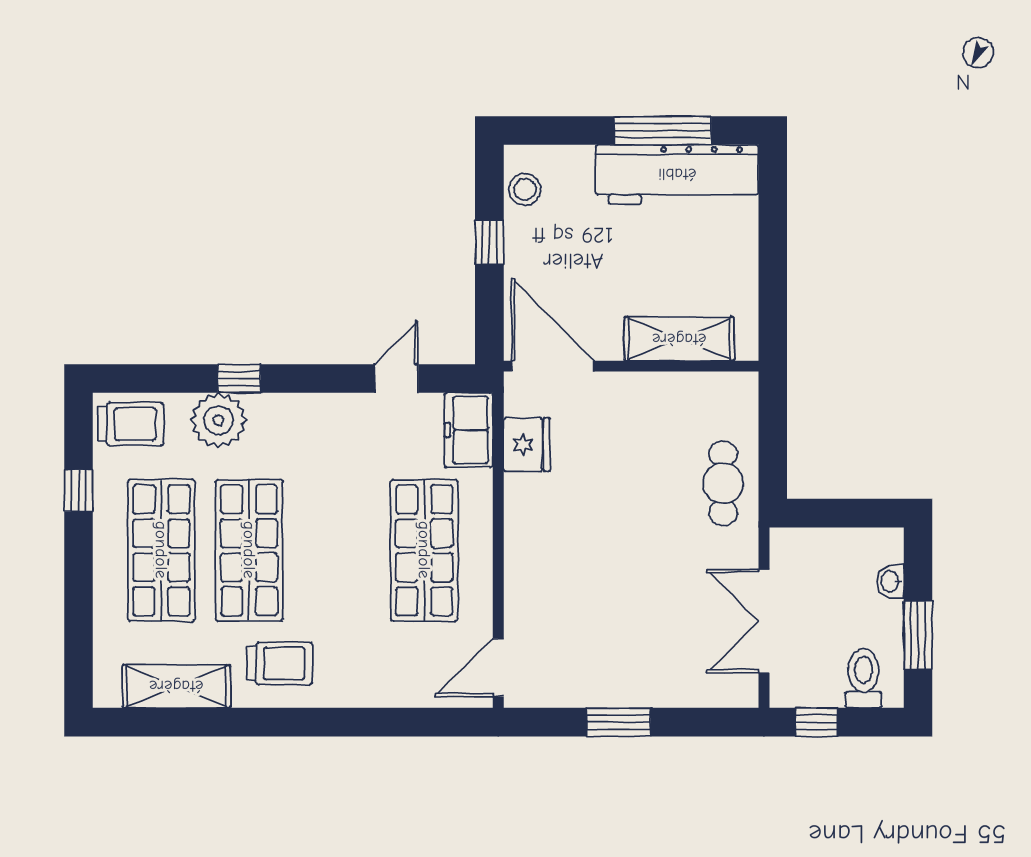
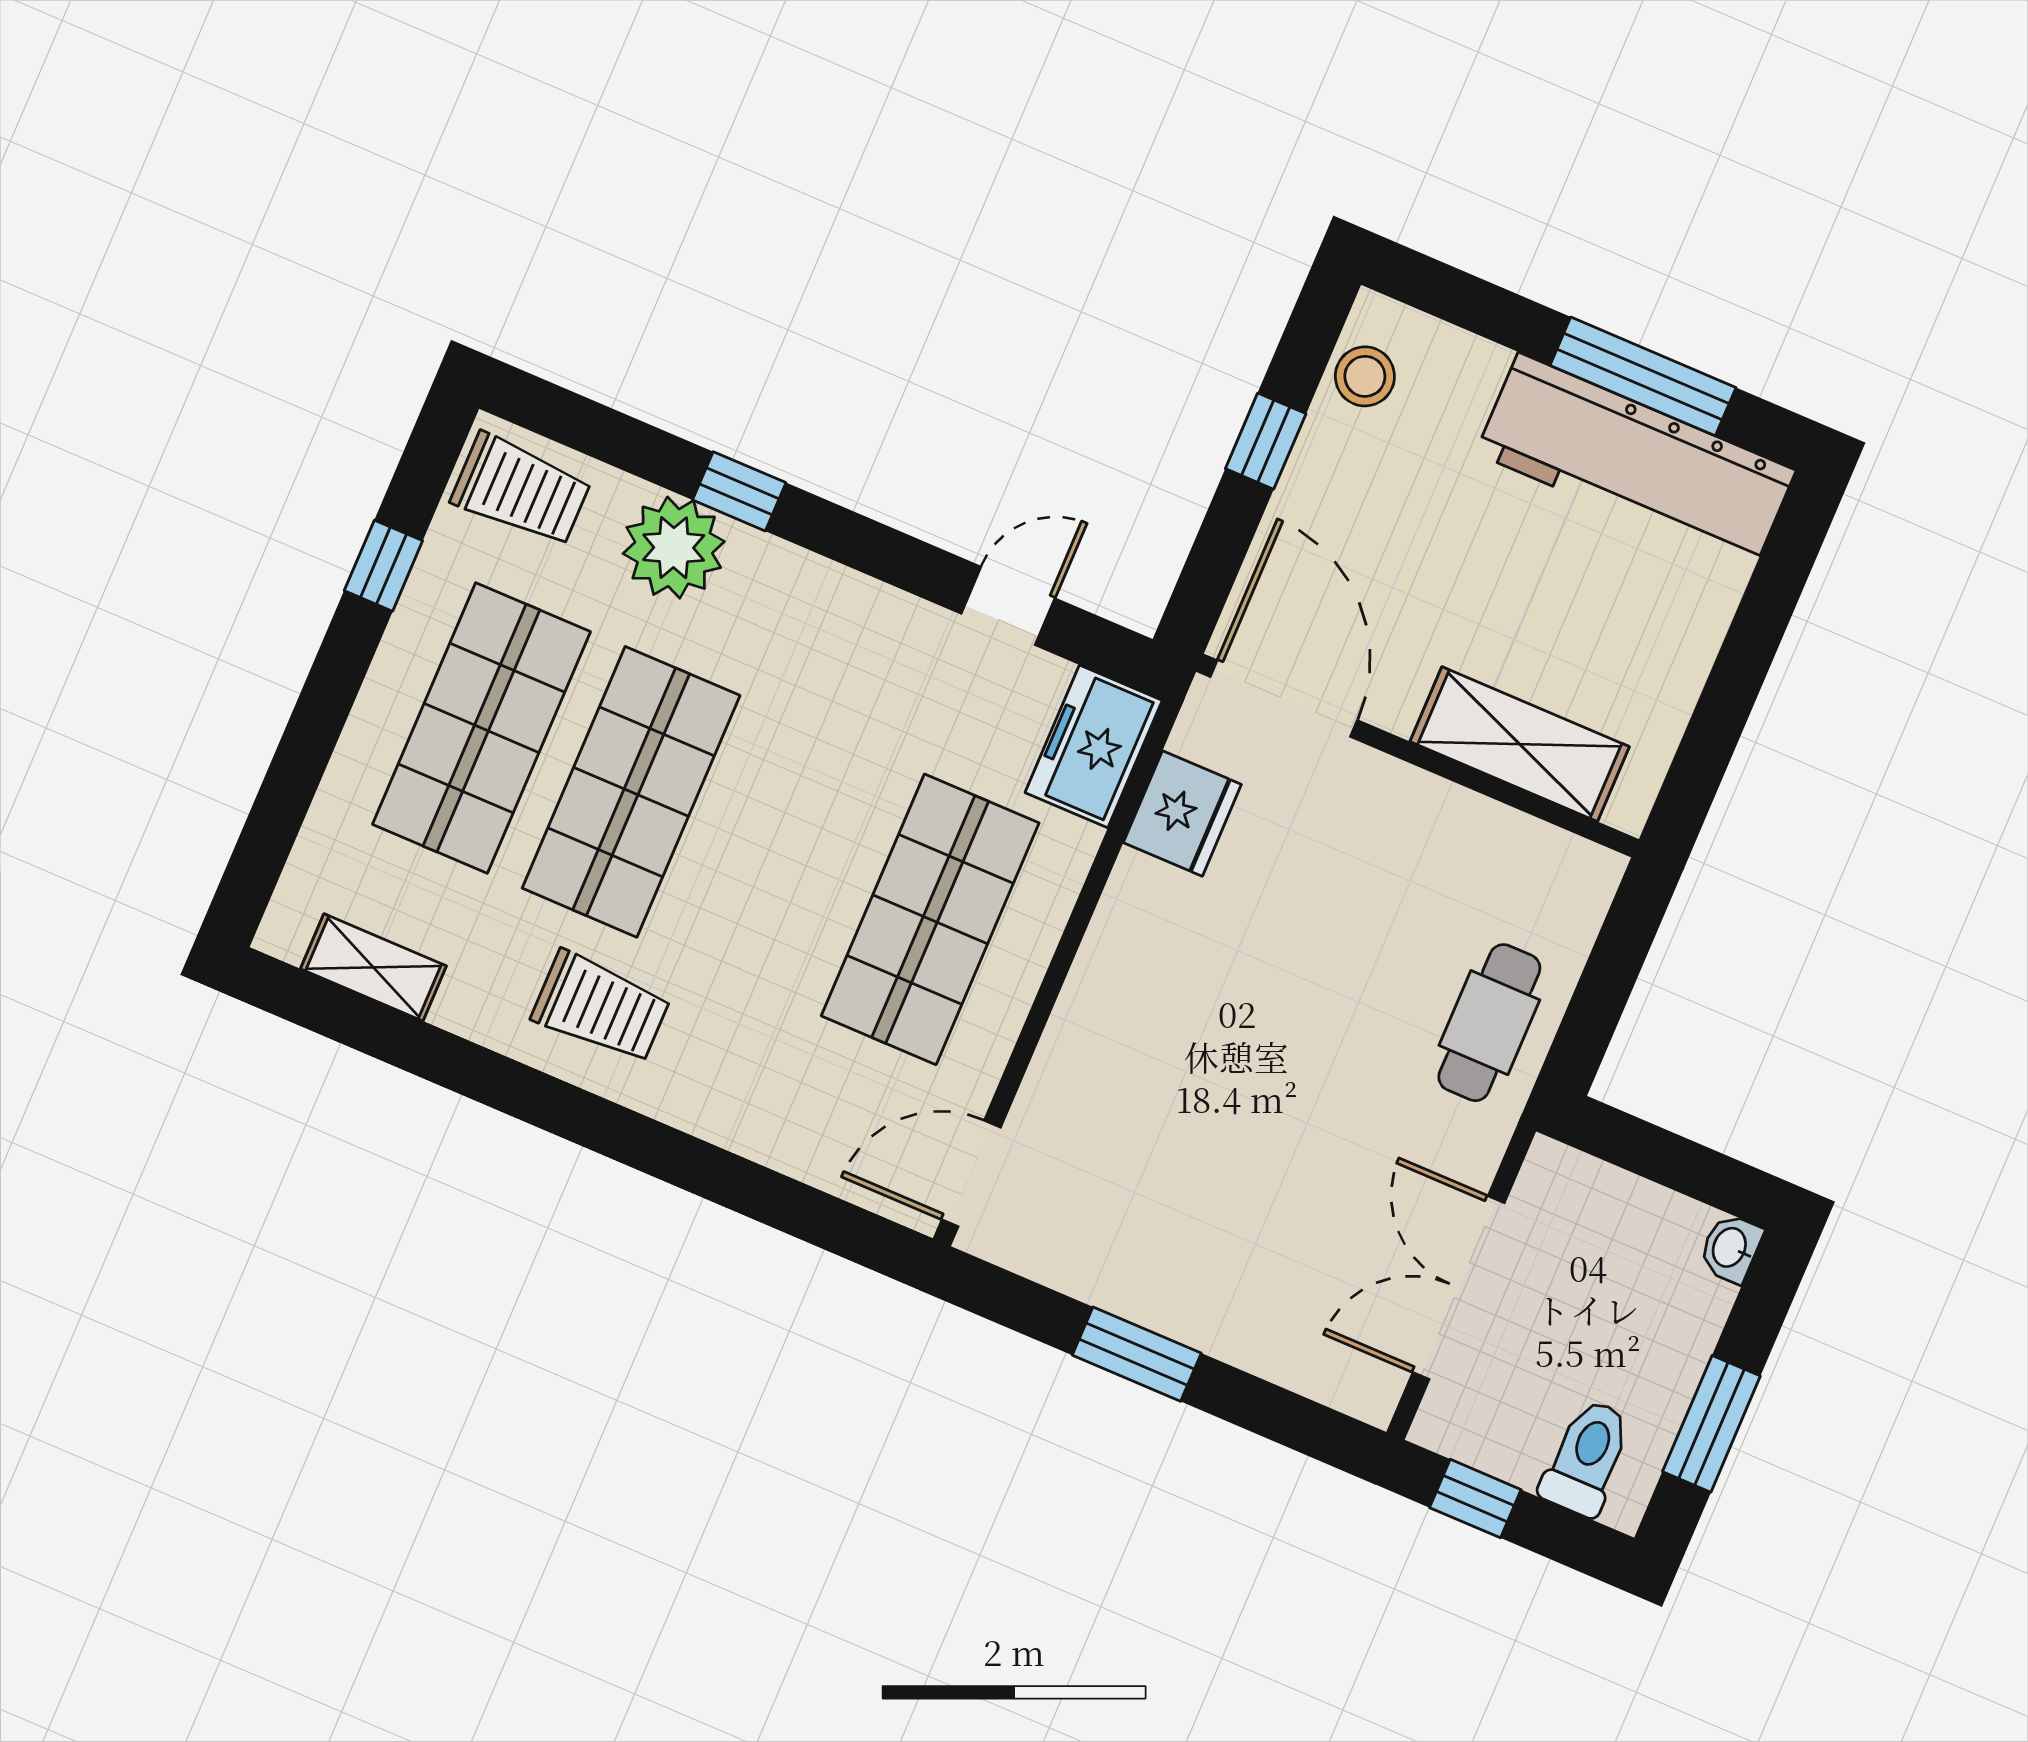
washbasin: (890, 581) -> (1731, 1248), moved
shelving: (176, 686) -> (373, 967), width x0.67, depth x0.75

